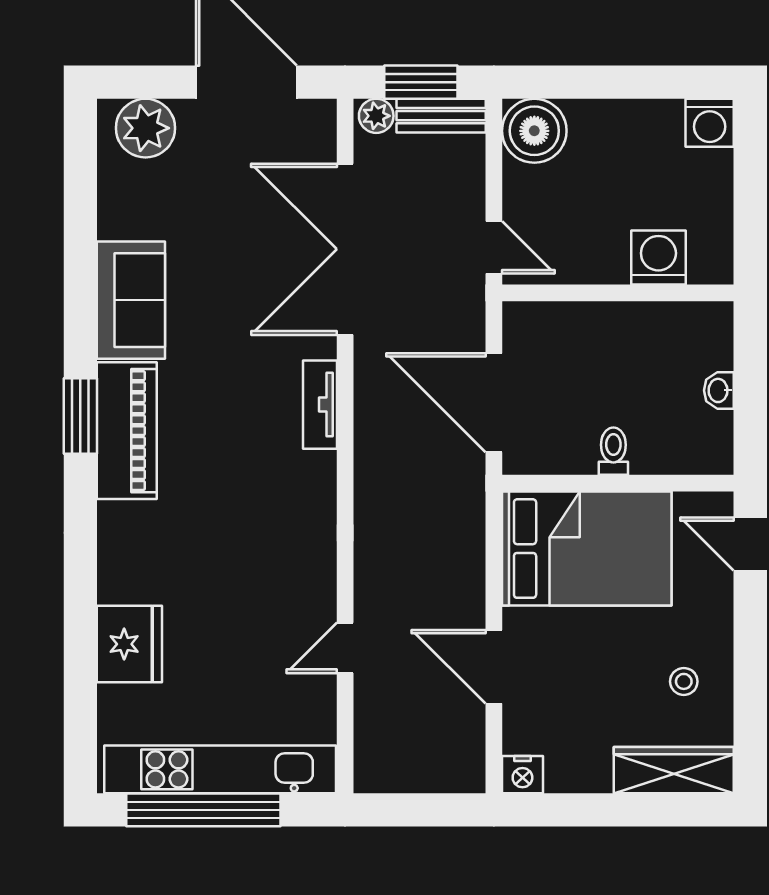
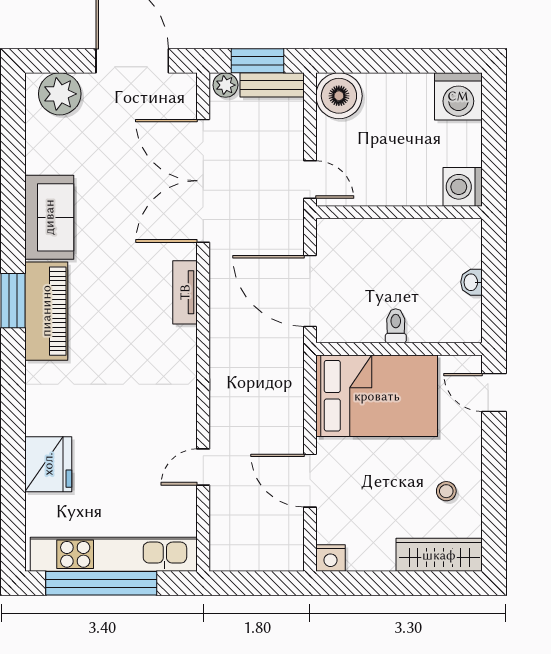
washing machine: (710, 123) -> (458, 96), width x1.37, depth x1.37
washing machine: (658, 258) -> (463, 187), moved, turned -90

